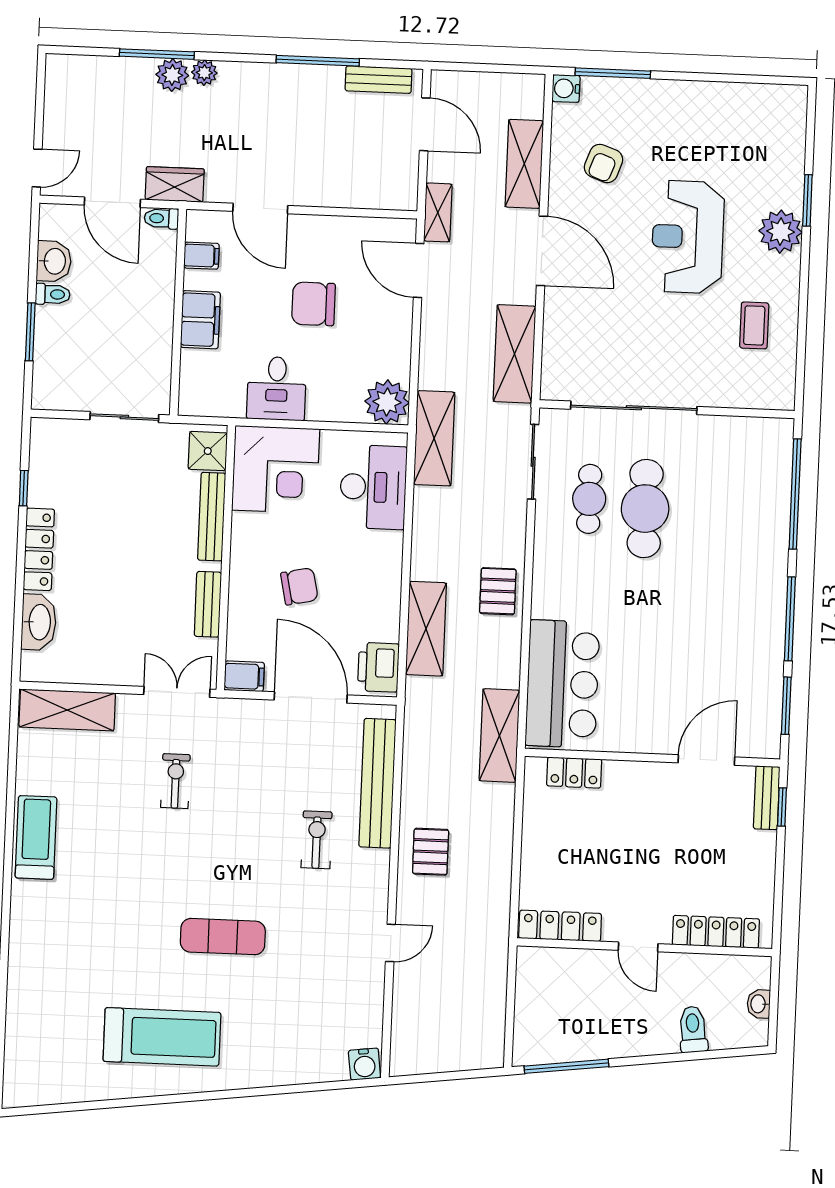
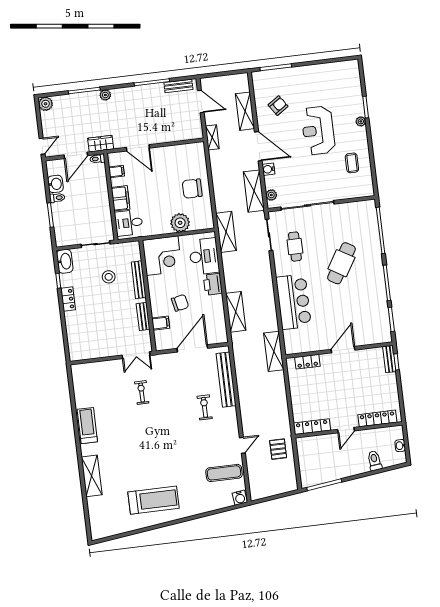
plant: (172, 75) -> (46, 104), moved
water cooler: (566, 88) -> (268, 169), moved
armchair: (604, 163) -> (278, 106), turned -144
door: (112, 202) -> (76, 155), hinge flipped
plant: (781, 232) -> (361, 121), width x0.53, depth x0.53
door: (419, 270) -> (208, 163), removed
chair: (313, 304) -> (192, 189), moved
plant: (554, 370) -> (271, 195), added
desk: (277, 388) -> (129, 223), moved, turned 90
plant: (387, 402) -> (180, 223), moved
shower: (208, 451) -> (133, 253), removed
stool: (143, 499) -> (109, 277), added
cafe table: (645, 509) -> (341, 263), moved, turned 31
locker: (39, 549) -> (68, 299), width x0.66
pallet: (498, 591) -> (263, 291), removed
washbasin: (39, 622) -> (65, 261), moved
printer: (378, 667) -> (213, 284), moved
filing cabinet: (244, 676) -> (161, 323), moved
bar counter: (562, 684) -> (294, 302), moved
double door: (177, 692) -> (136, 355), swing flipped
door: (311, 697) -> (192, 348), hinge flipped
shelving: (67, 710) -> (92, 476), moved, turned 90
door: (706, 760) -> (343, 350), moved
pallet: (431, 852) -> (278, 449), moved
exercise mat: (223, 937) -> (224, 473), moved
door: (638, 947) -> (346, 430), hinge flipped

